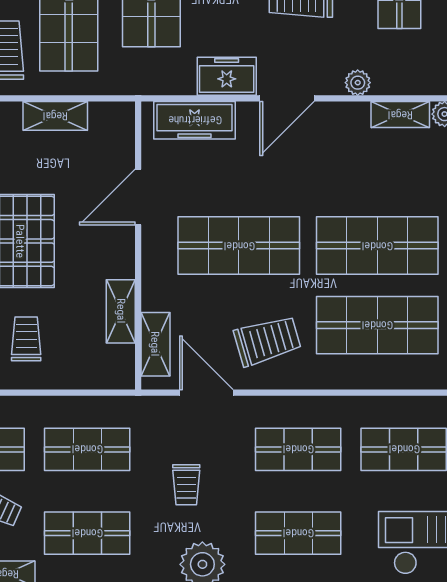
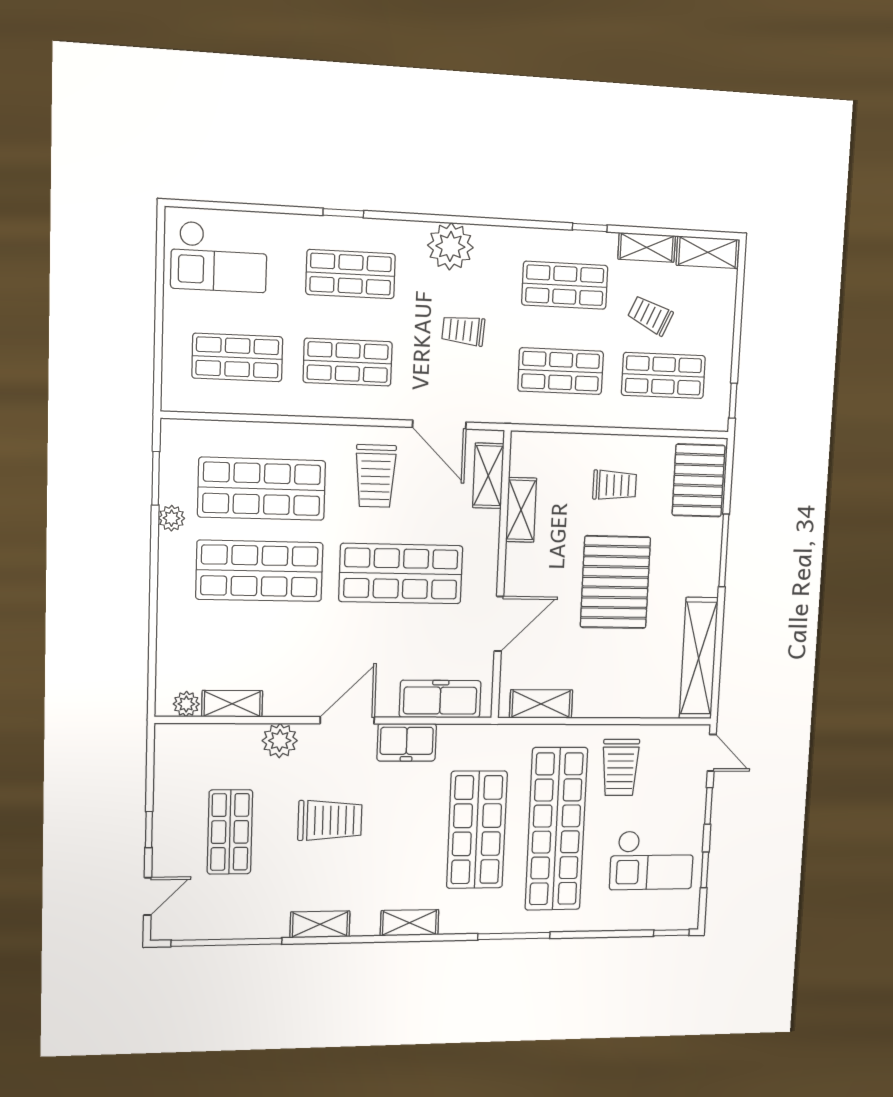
plant: (358, 83) -> (280, 741), width x1.38, depth x1.38
shelving: (55, 116) -> (541, 704), moved
trolley: (26, 339) -> (615, 485), turned -90
trolley: (267, 341) -> (376, 476), turned -74
trolley: (186, 485) -> (463, 330), turned -86

